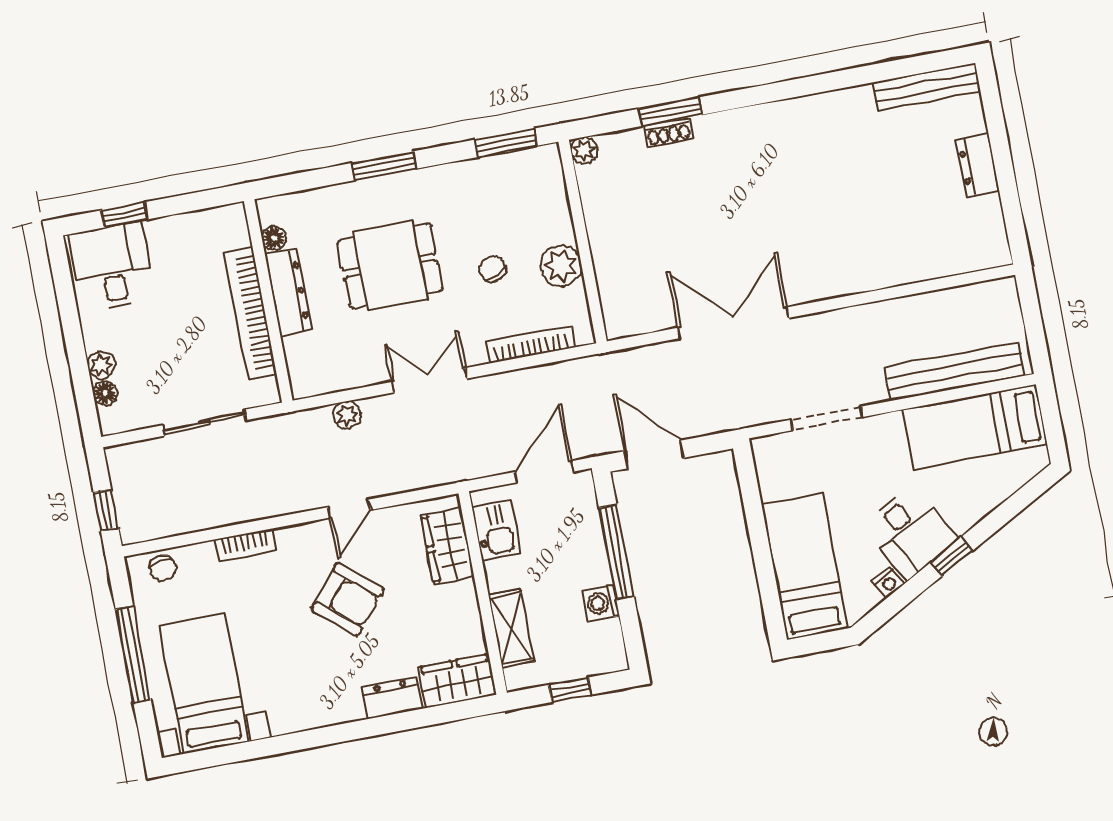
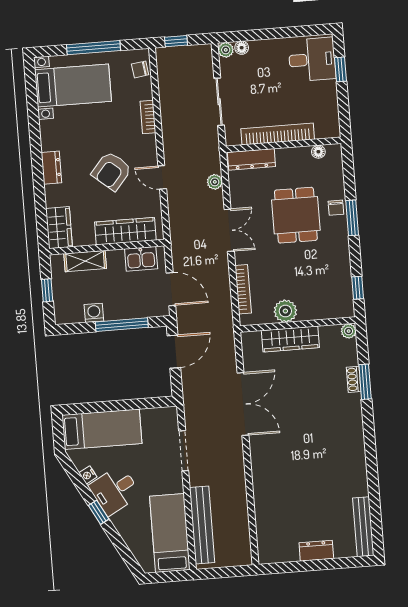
window: (506, 143) -> (358, 288), width x0.67
wardrobe: (609, 252) -> (290, 339), added
chair: (492, 269) -> (336, 208), moved, turned 115
dresser: (288, 292) -> (251, 159), moved
plant: (101, 365) -> (226, 50), moved
wardrobe: (448, 546) -> (125, 231), width x1.50
dresser: (392, 698) -> (51, 168), moved

